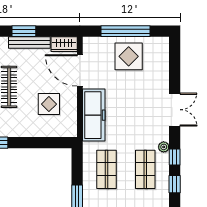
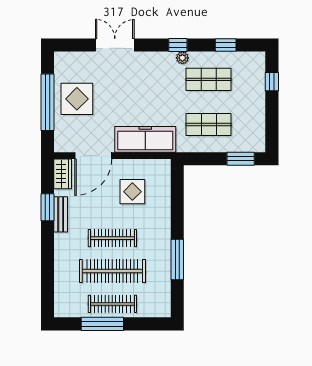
window: (24, 31) -> (48, 207), moved
bench: (29, 42) -> (61, 214), width x0.73
double door: (175, 110) -> (115, 45), moved
window: (175, 157) -> (178, 45), moved

